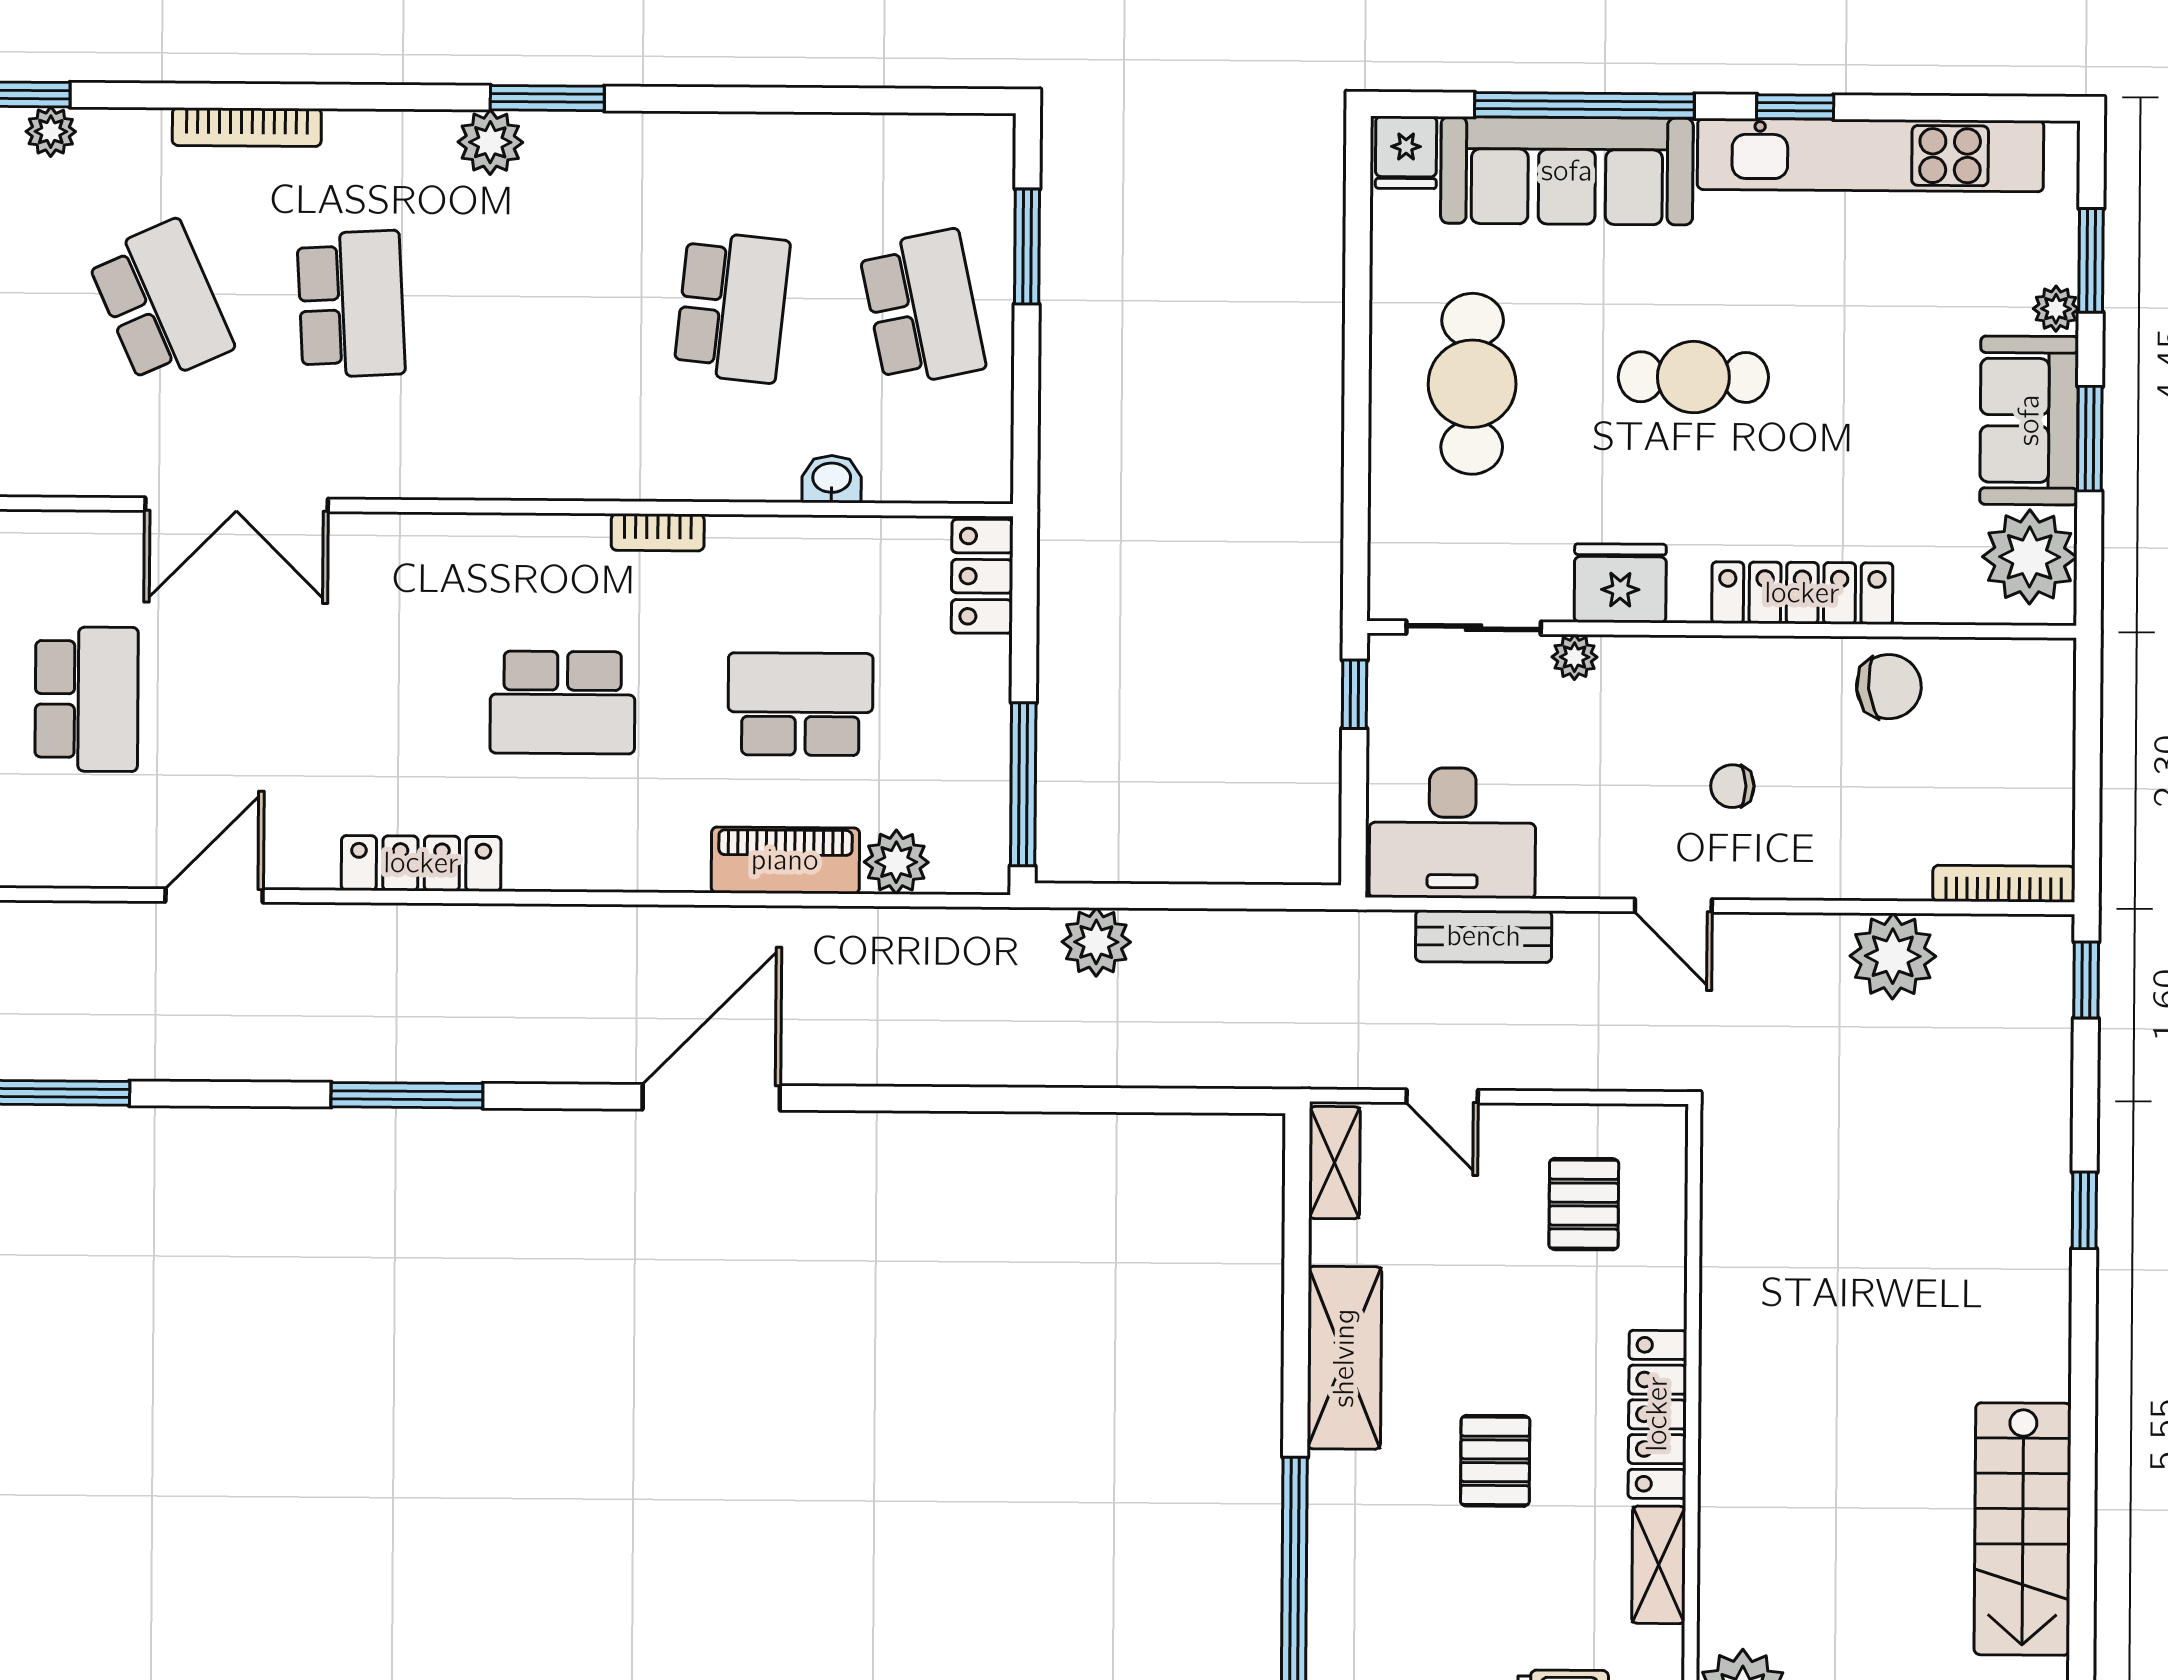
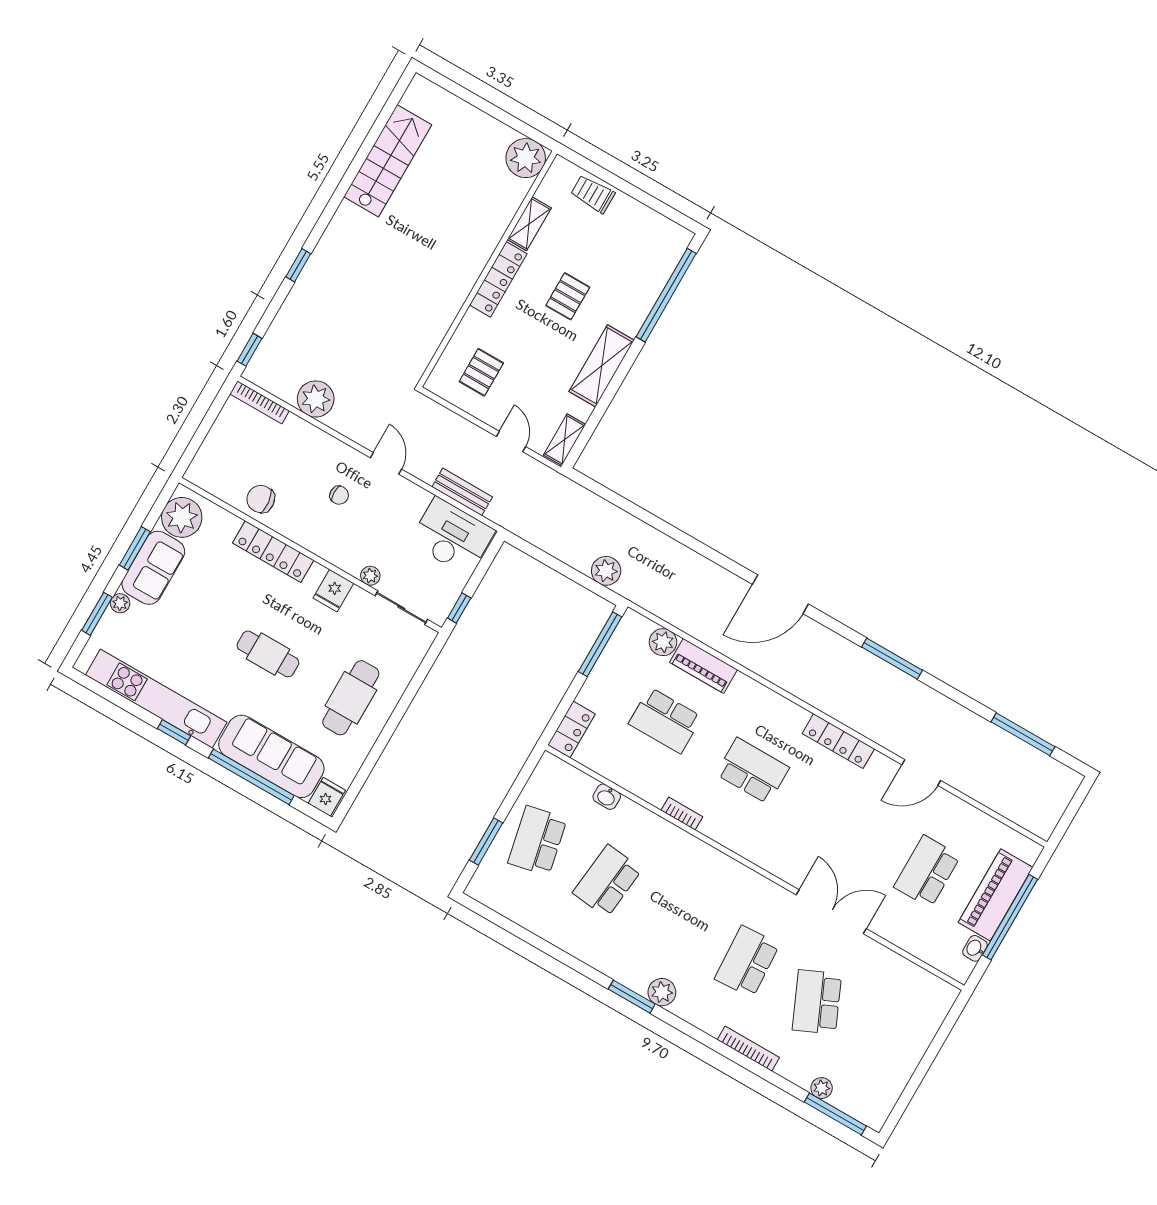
fridge: (1620, 583) -> (333, 591), width x0.72

